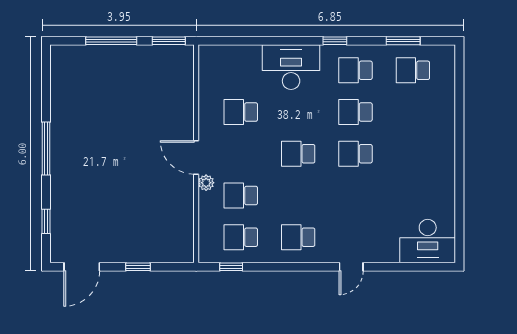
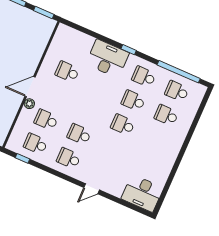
window: (335, 41) -> (129, 50), moved
window: (403, 41) -> (179, 72), width x2.11
school desk: (413, 112) -> (166, 115), added
school desk: (298, 154) -> (79, 134), moved
door: (196, 157) -> (30, 87), hinge flipped

